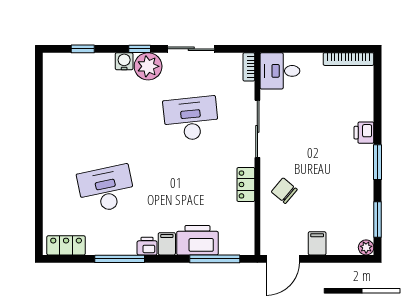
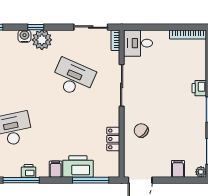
sliding door: (191, 49) -> (91, 27), moved
desk: (191, 119) -> (73, 78), turned 30
locker: (246, 185) -> (113, 139), moved
filing cabinet: (317, 243) -> (178, 169), moved
printer: (147, 246) -> (29, 171), moved

